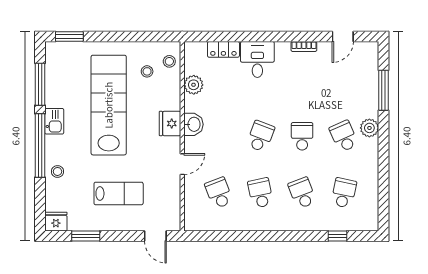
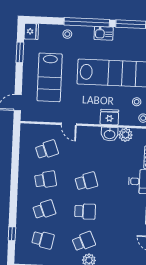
fridge: (170, 123) -> (109, 117), moved
washbasin: (193, 124) -> (110, 134), moved
school desk: (260, 136) -> (86, 181), turned -39
lab bench: (119, 193) -> (50, 77), width x1.36, depth x1.39

